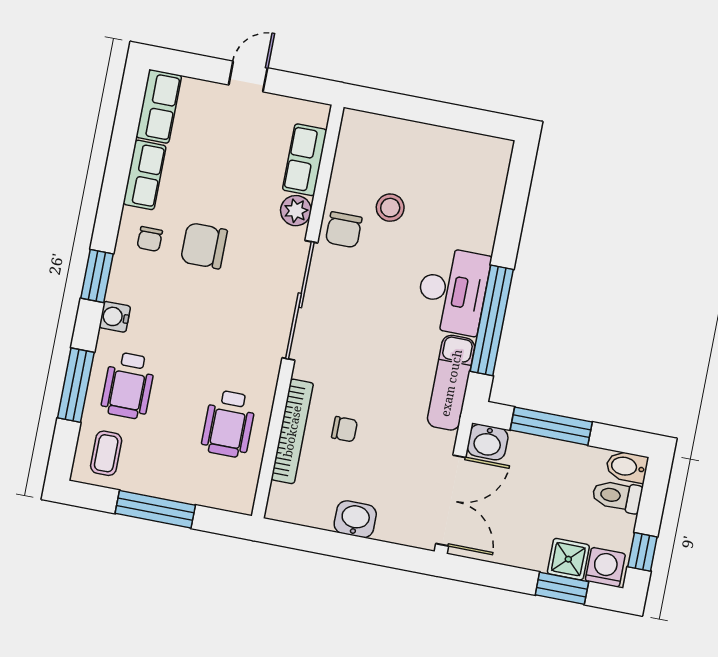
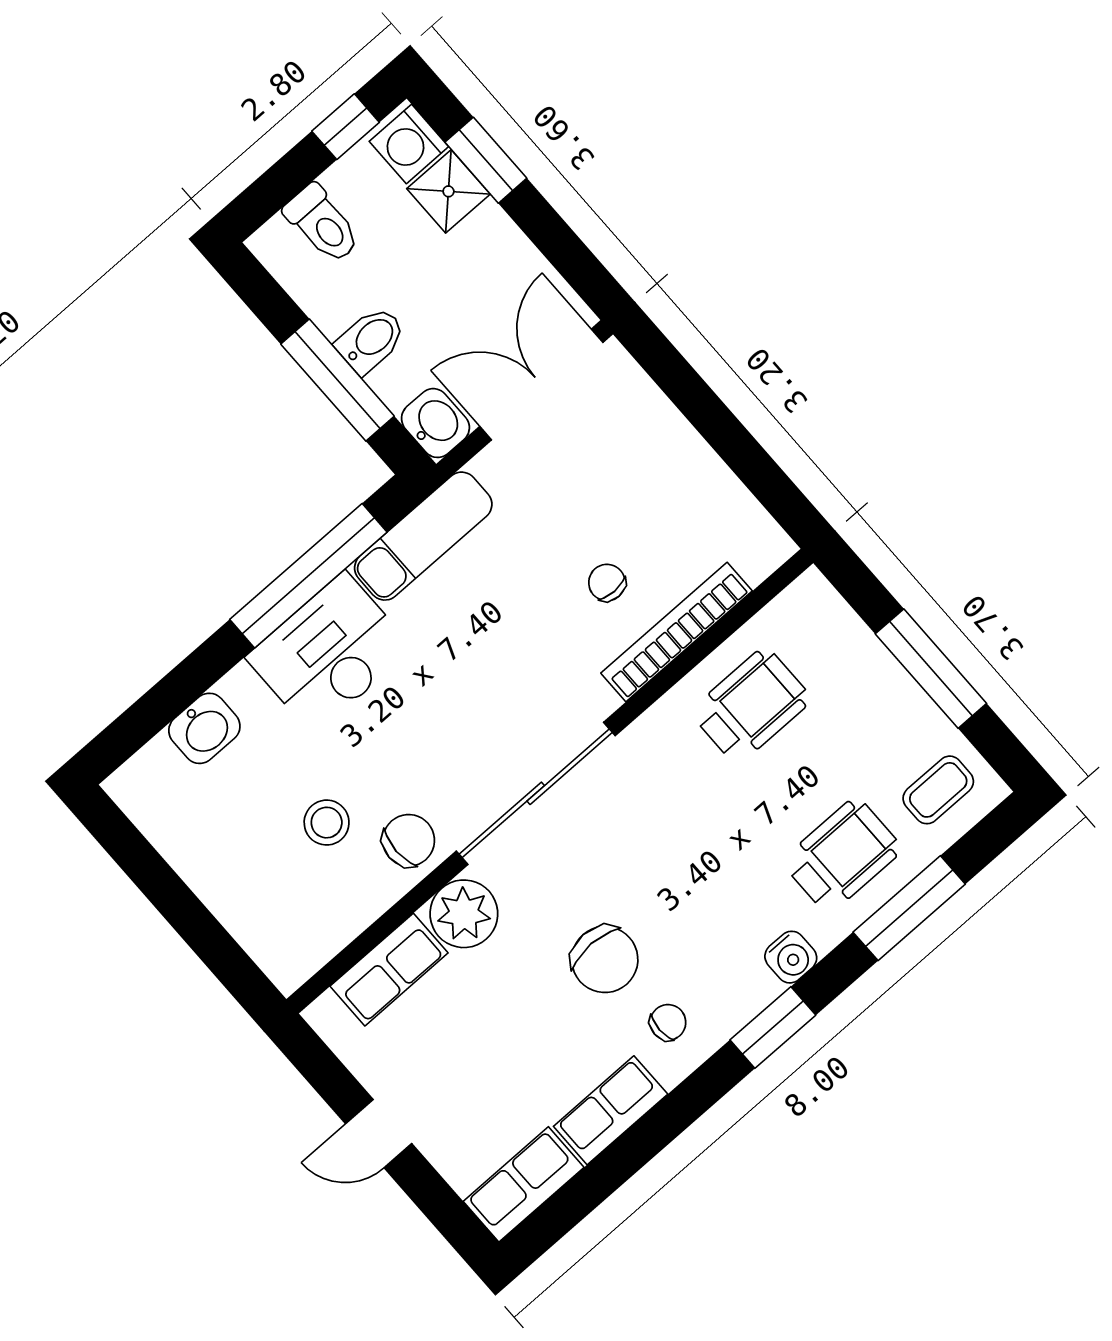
plant: (296, 211) -> (464, 914), width x1.36, depth x1.36
bidet: (627, 467) -> (371, 340), moved, turned -90
washbasin: (355, 519) -> (204, 728), moved, turned -90

